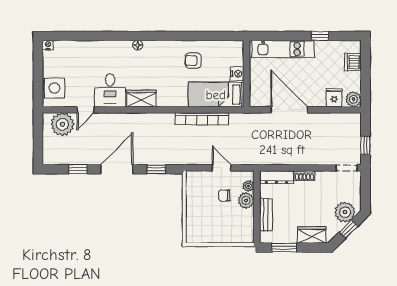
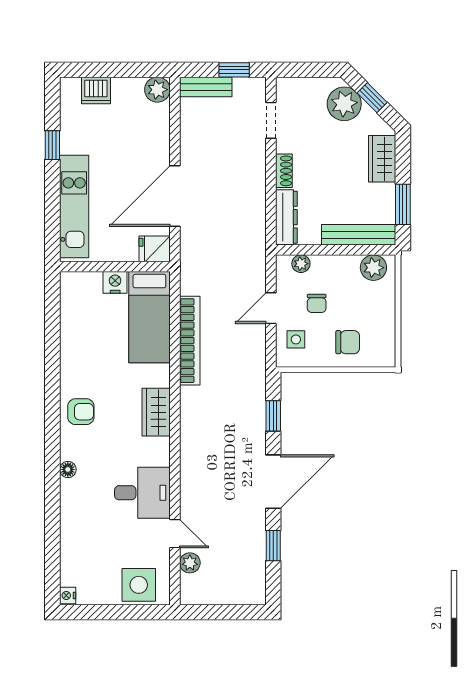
floor lamp: (138, 45) -> (68, 469), moved
armchair: (193, 61) -> (81, 412), moved, turned -92
fridge: (334, 98) -> (155, 249), moved
wardrobe: (141, 99) -> (156, 412), moved
plant: (62, 124) -> (190, 563), width x0.53, depth x0.53
bench: (355, 129) -> (206, 87), added
doorway: (347, 168) -> (271, 120), moved
door: (117, 169) -> (273, 482), swing flipped
side table: (203, 183) -> (296, 339), added
plant: (246, 200) -> (373, 268), moved
chair: (201, 214) -> (348, 342), added
bench: (266, 215) -> (359, 235), width x1.36

